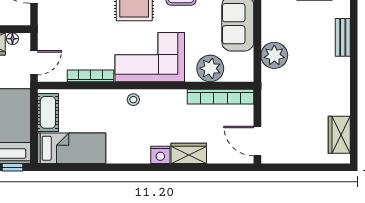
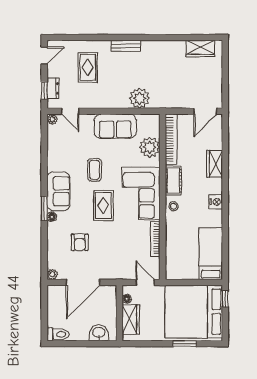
cot: (48, 112) -> (173, 181), moved, turned 90
nightstand: (160, 155) -> (216, 202), moved

